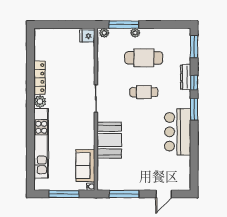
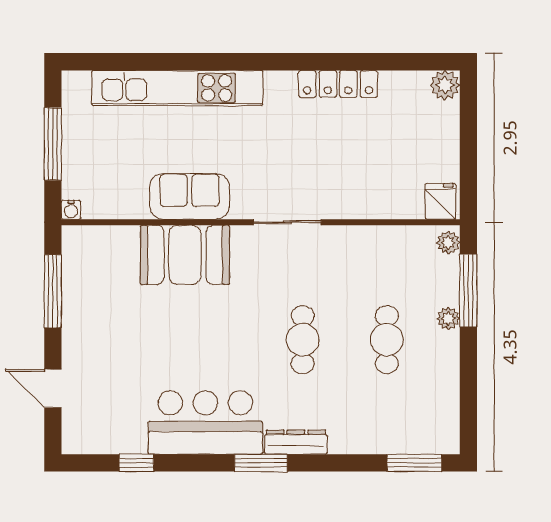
cafe table: (144, 58) -> (387, 340), width x0.73, depth x0.74
dresser: (186, 77) -> (296, 442), moved
window: (194, 83) -> (136, 463), moved
plant: (40, 101) -> (445, 85), moved
sofa: (85, 166) -> (190, 196), moved

